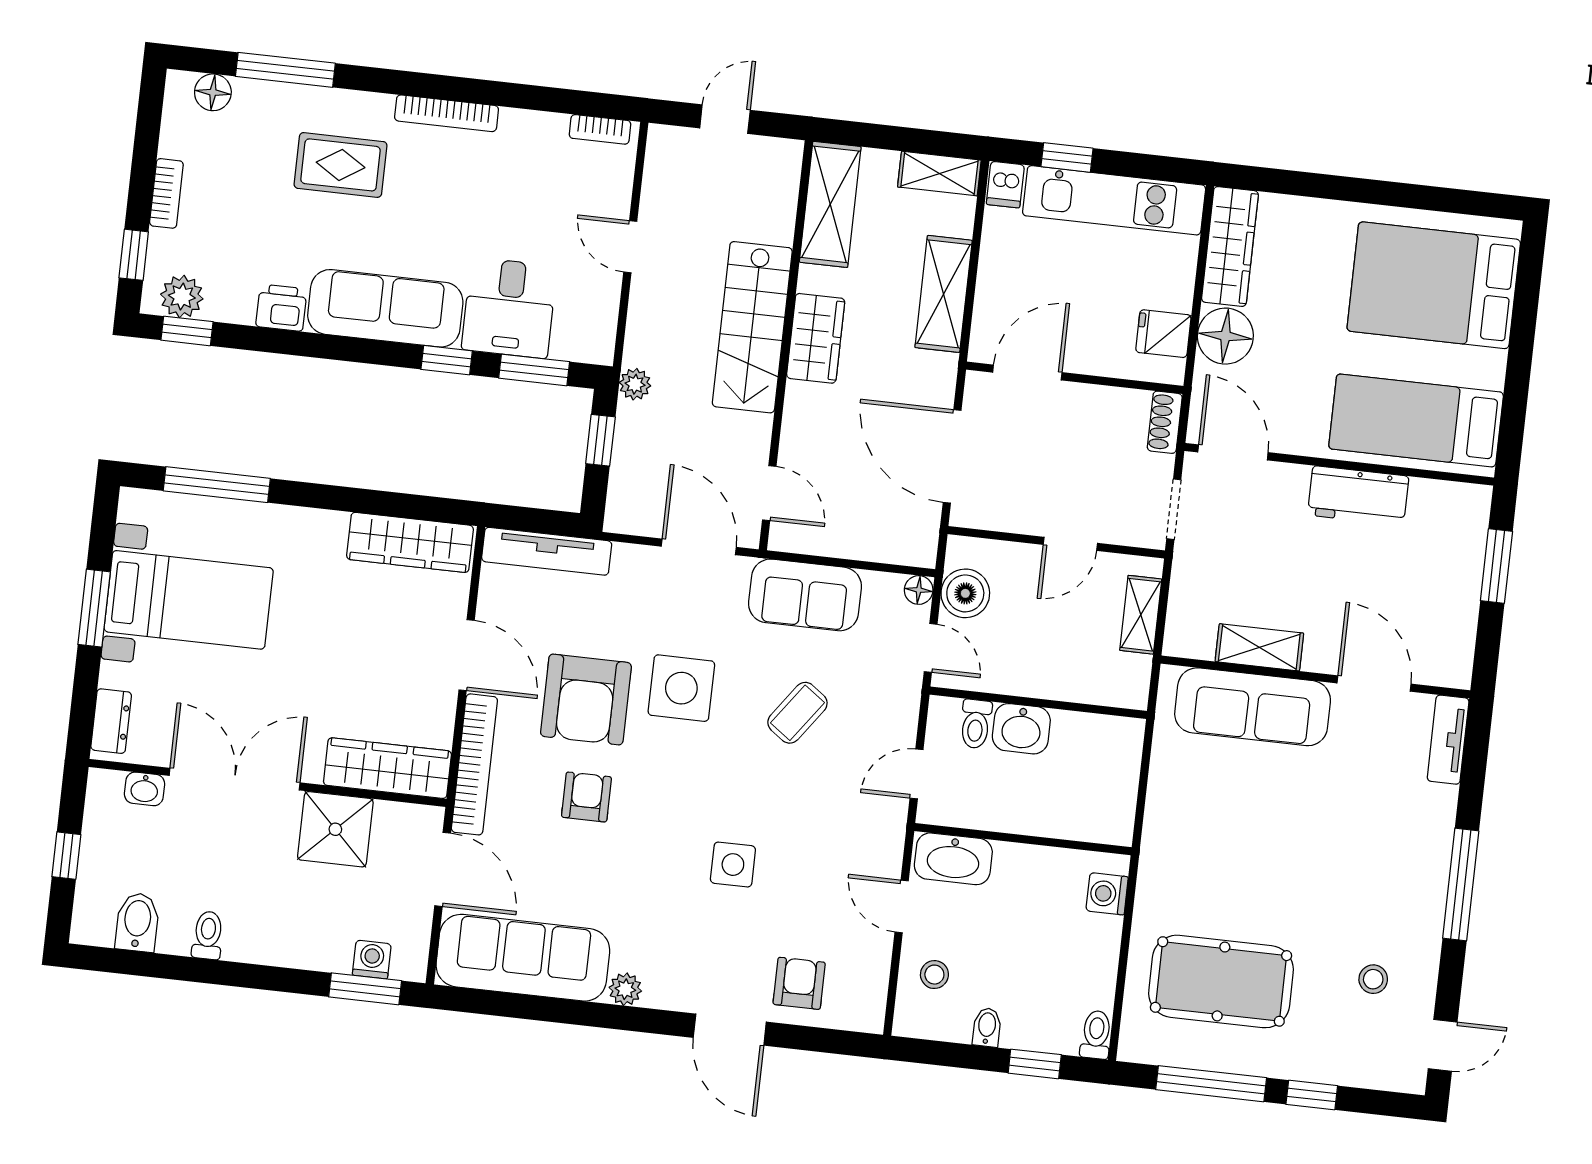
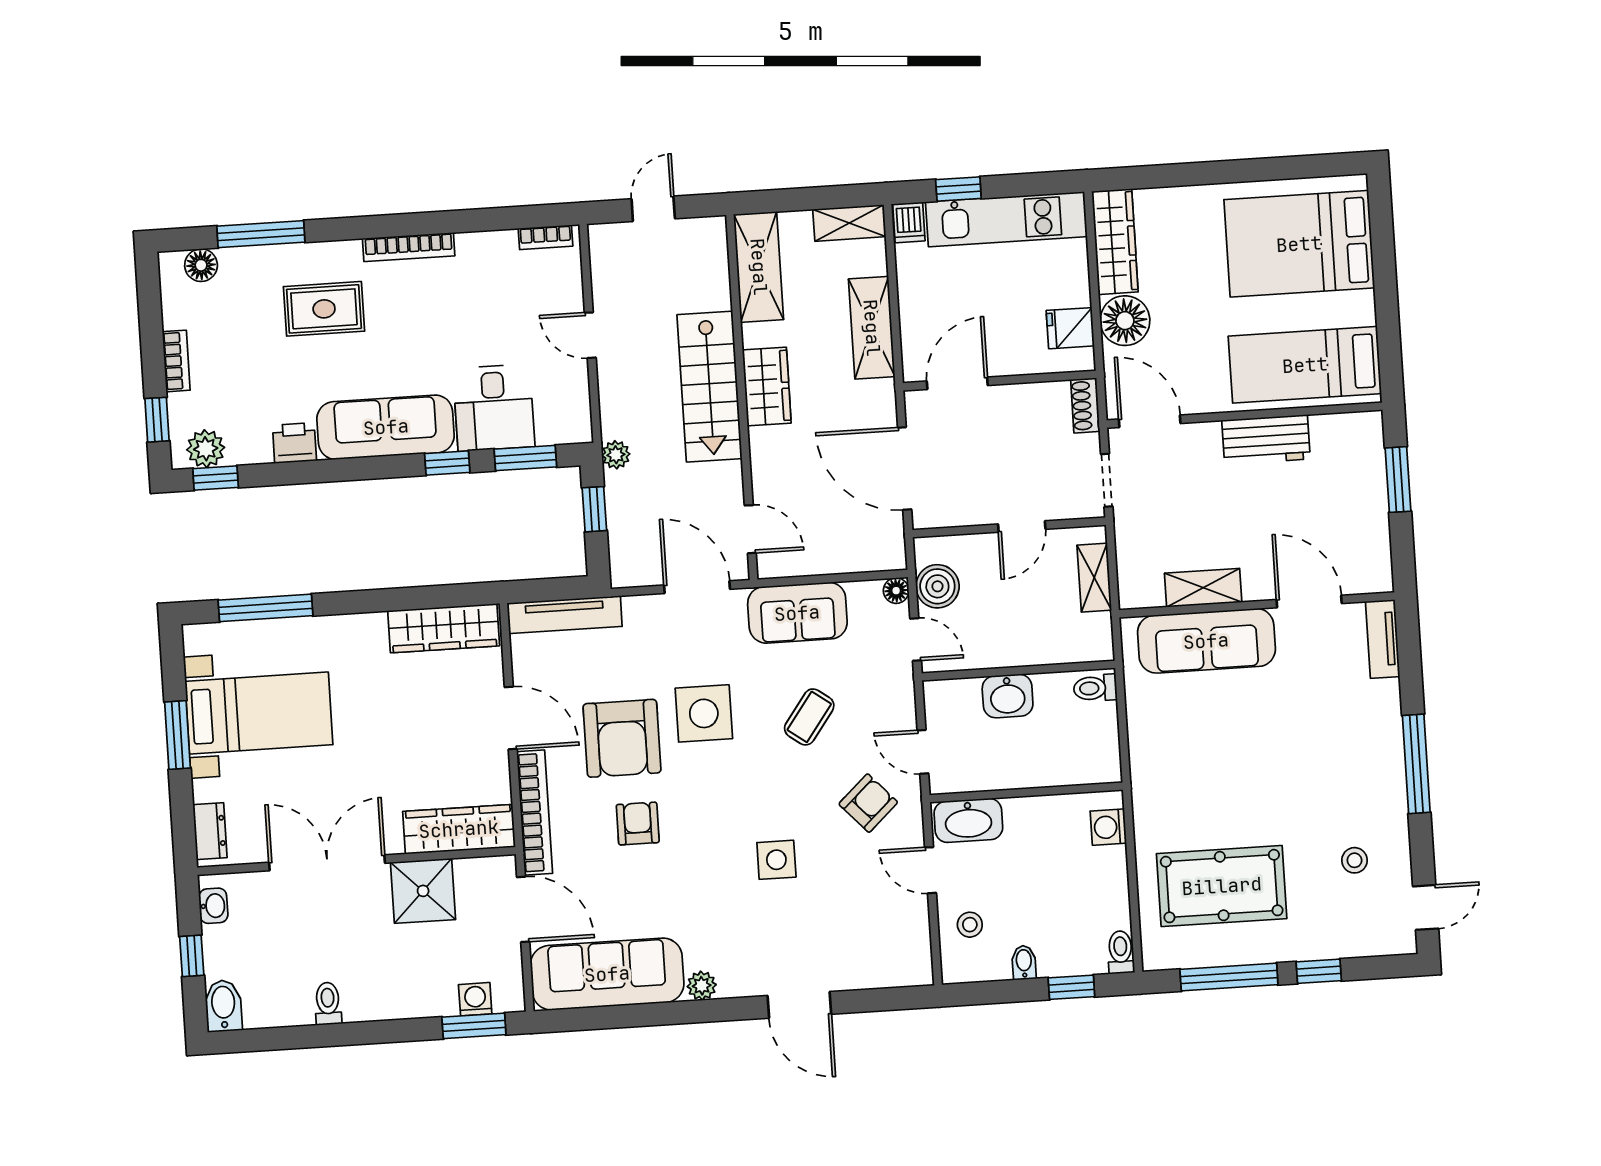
toilet: (976, 724) -> (1095, 688), moved, turned 90
door: (917, 774) -> (923, 752), hinge flipped
washbasin: (144, 789) -> (213, 906), moved, turned -90
bidet: (137, 922) -> (223, 1006), moved
armchair: (799, 983) -> (868, 803), moved, turned 47

